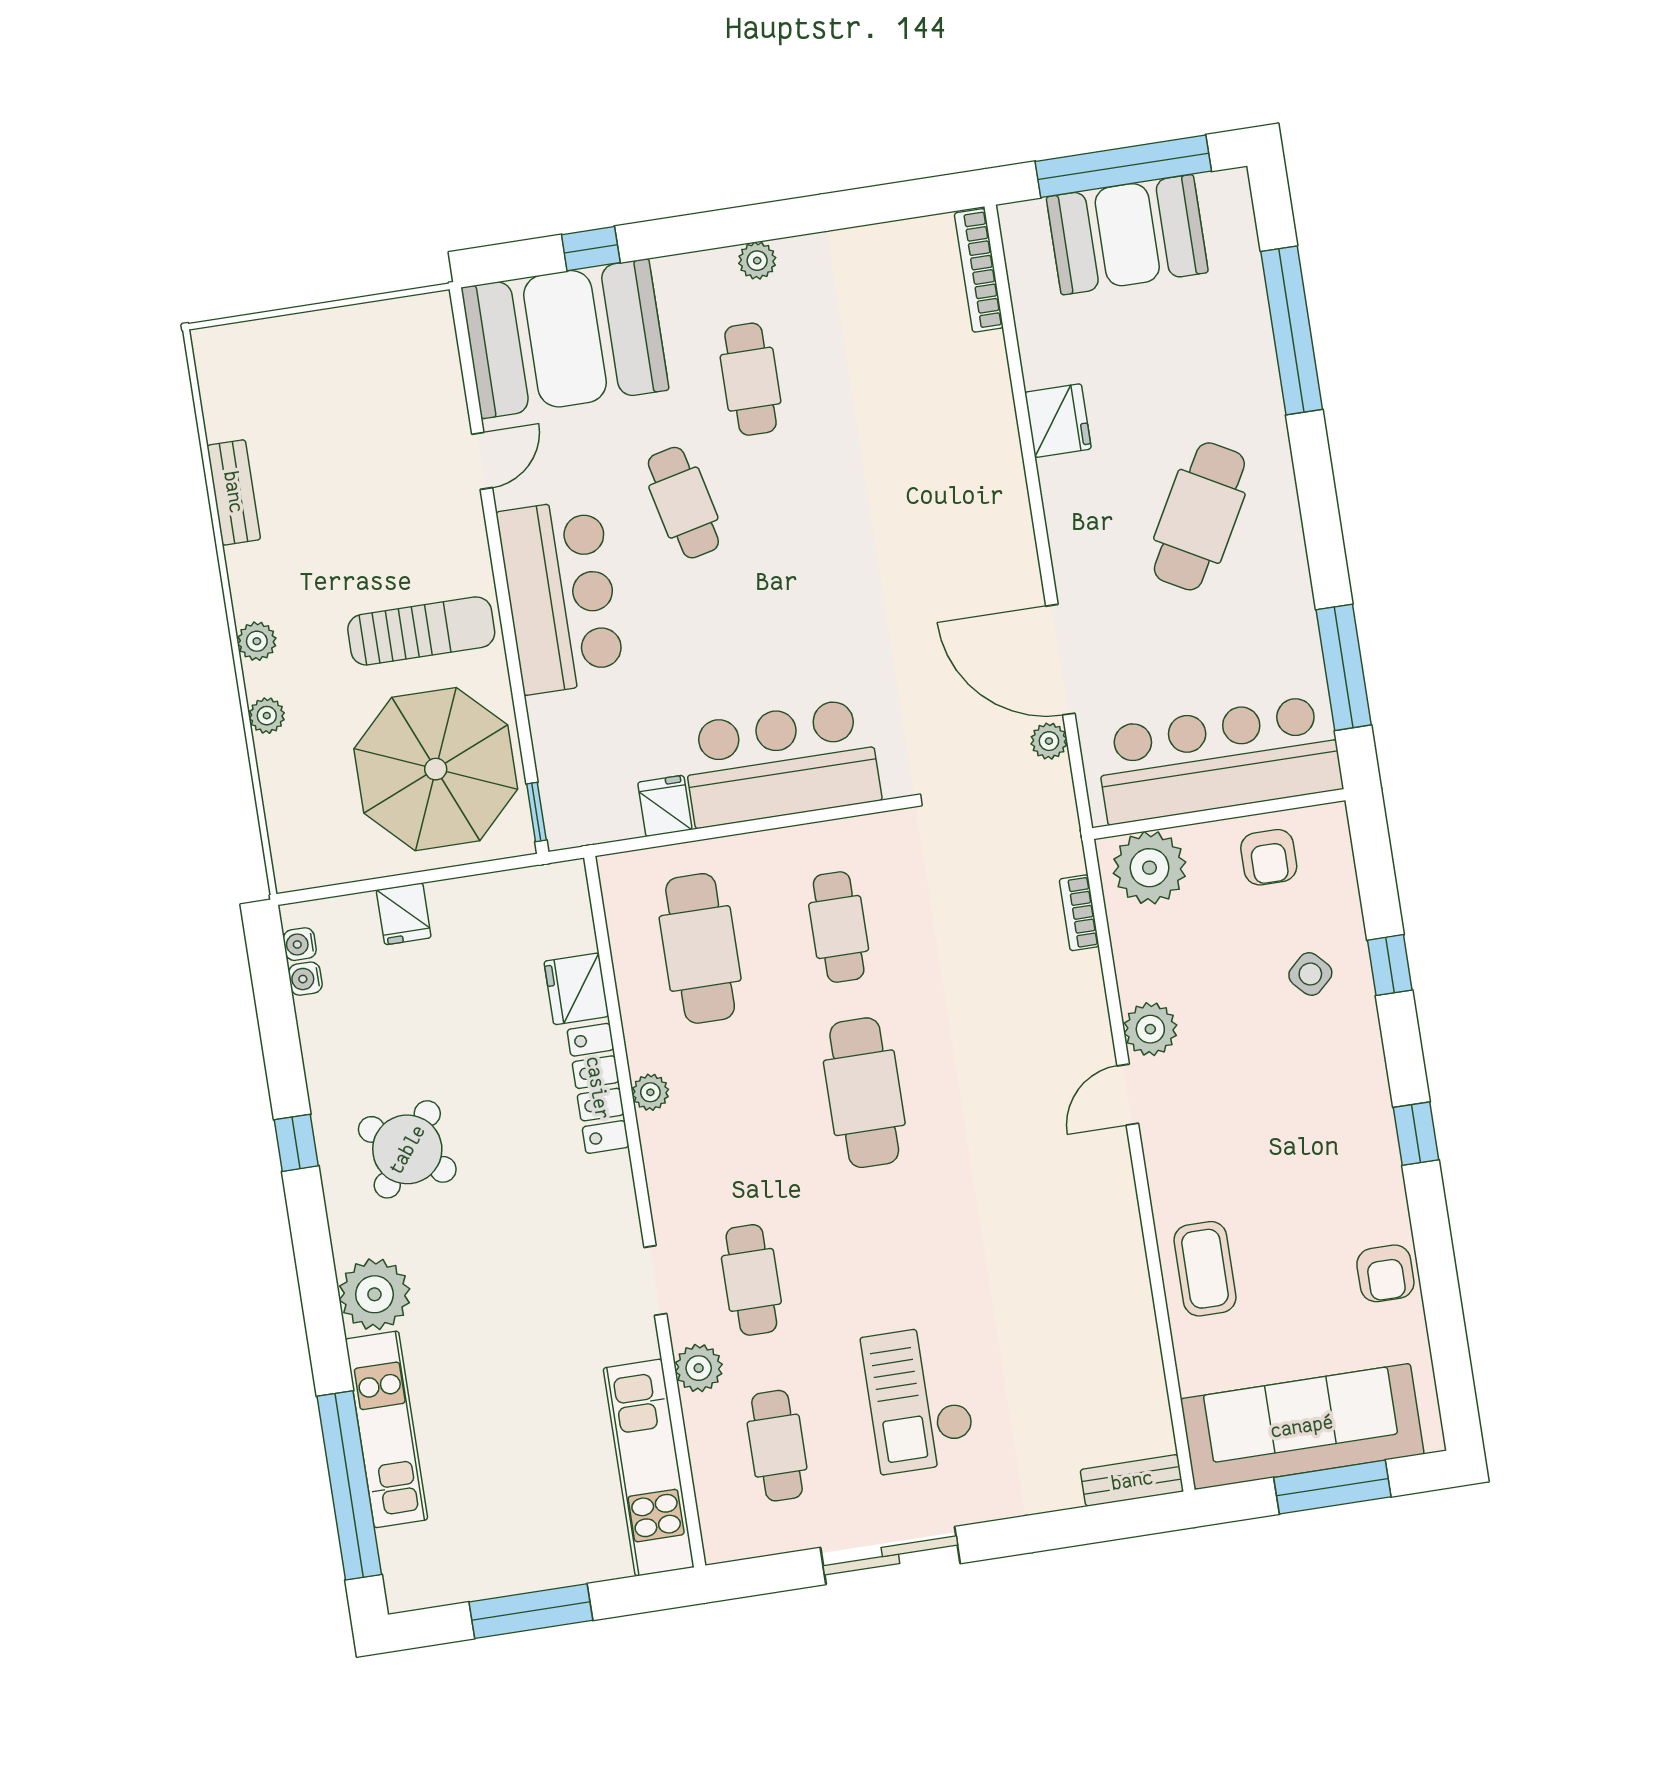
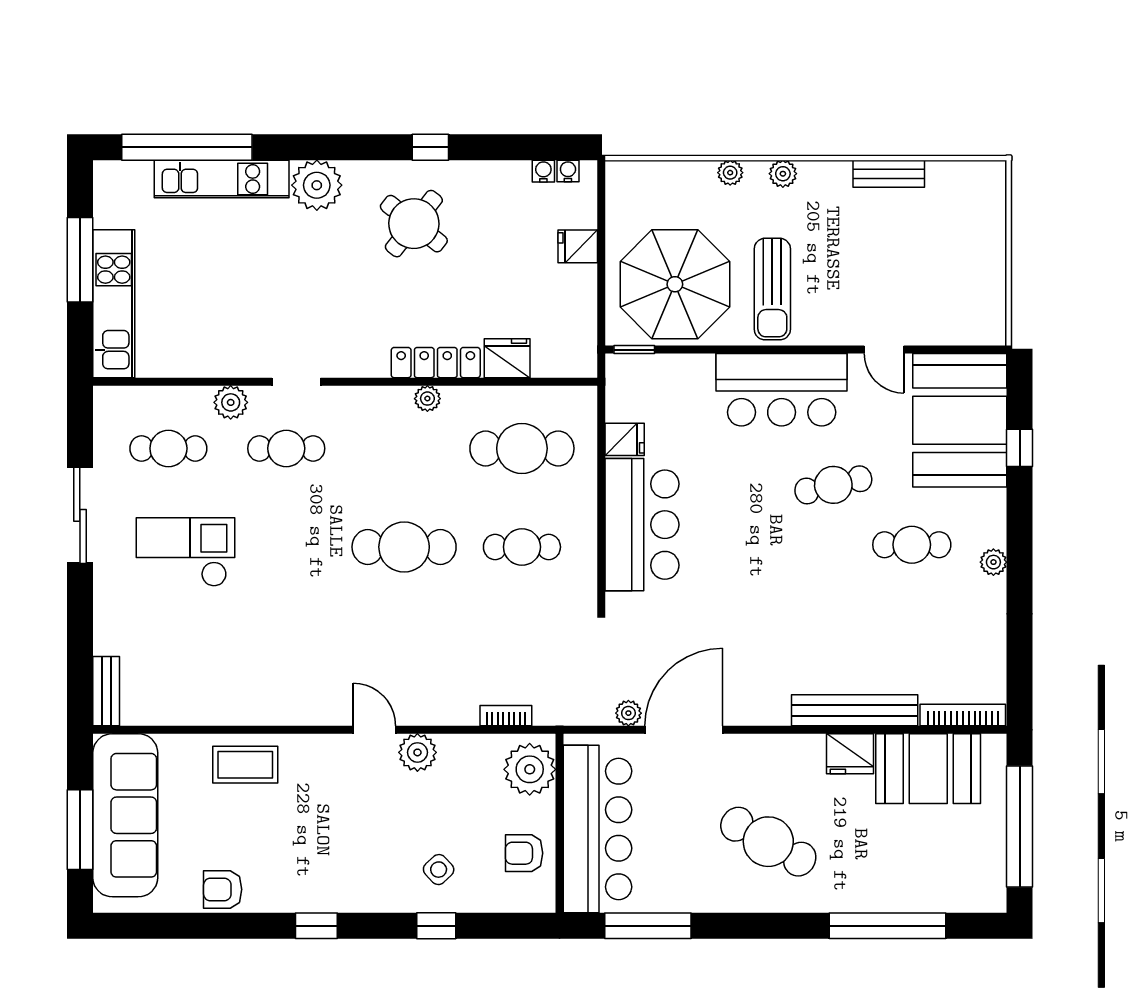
booth: (1127, 235) -> (928, 769), moved, turned 90
bench: (996, 424) -> (855, 710), added
kitchen unit: (649, 1468) -> (114, 304), moved, turned 90

